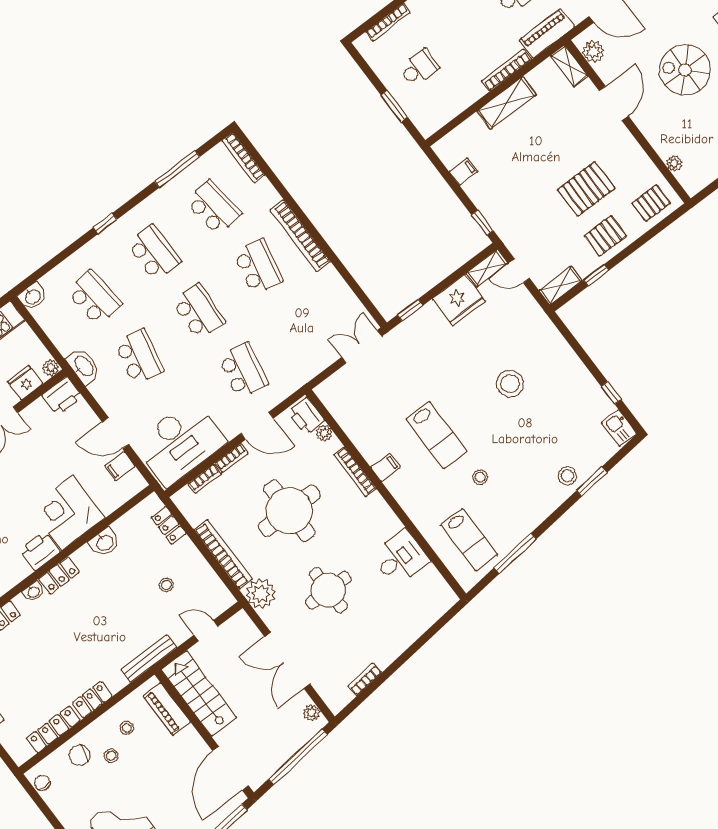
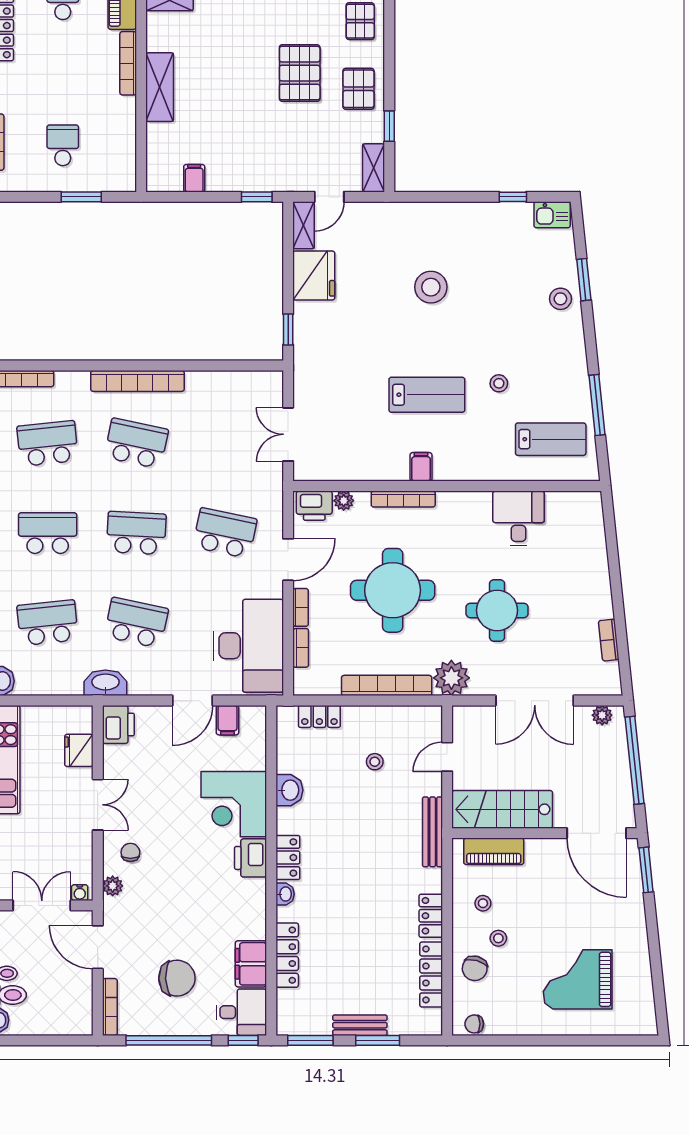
double door: (362, 347) -> (288, 434), moved
plant: (51, 368) -> (83, 715), removed

